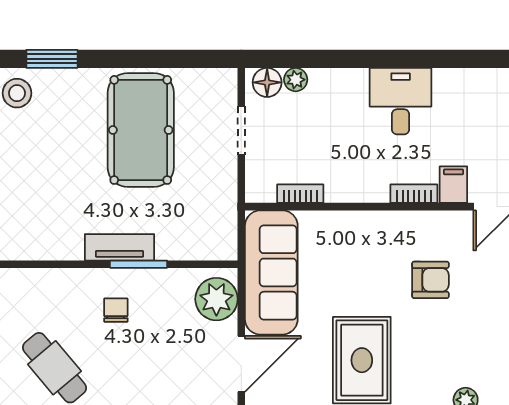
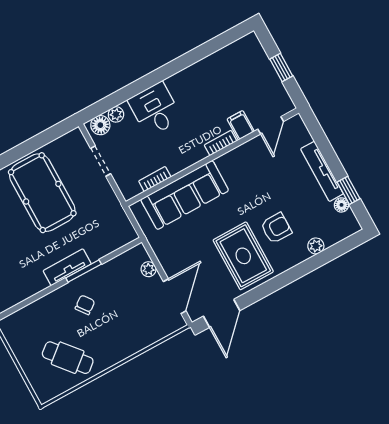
desk: (401, 101) -> (155, 109), moved
sofa: (271, 272) -> (185, 195), moved, turned 90
armchair: (430, 280) -> (276, 228), moved
plant: (216, 299) -> (149, 269), width x0.53, depth x0.53
chair: (116, 310) -> (85, 305), turned 53

